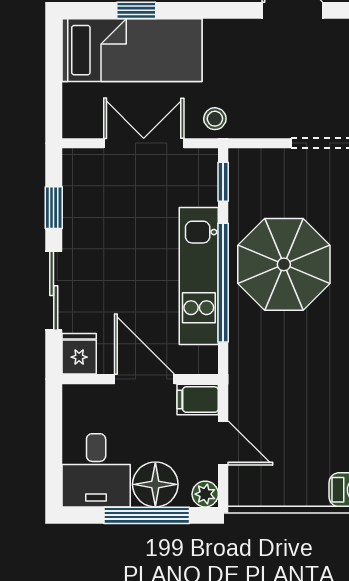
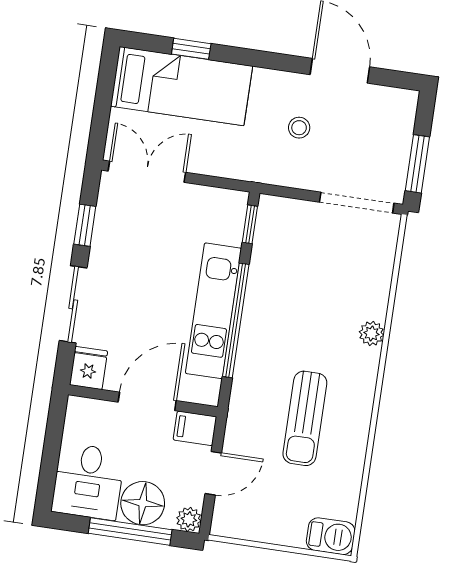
stool: (215, 119) -> (299, 128), moved
double door: (144, 143) -> (147, 172), moved
parasol: (284, 264) -> (296, 312), removed
sun lounger: (309, 373) -> (305, 418), added
door: (144, 379) -> (147, 401), hinge flipped
door: (223, 443) -> (213, 473), hinge flipped

